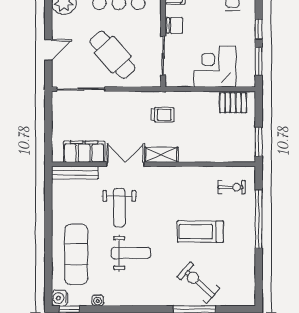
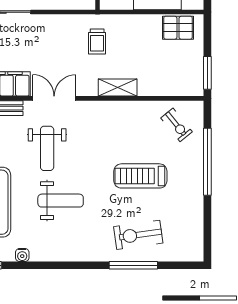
trolley: (163, 115) -> (97, 42), turned 90
shelving: (161, 155) -> (118, 88), moved
exercise bike: (232, 187) -> (177, 125), turned 51
exercise bike: (198, 283) -> (138, 235), turned -50

